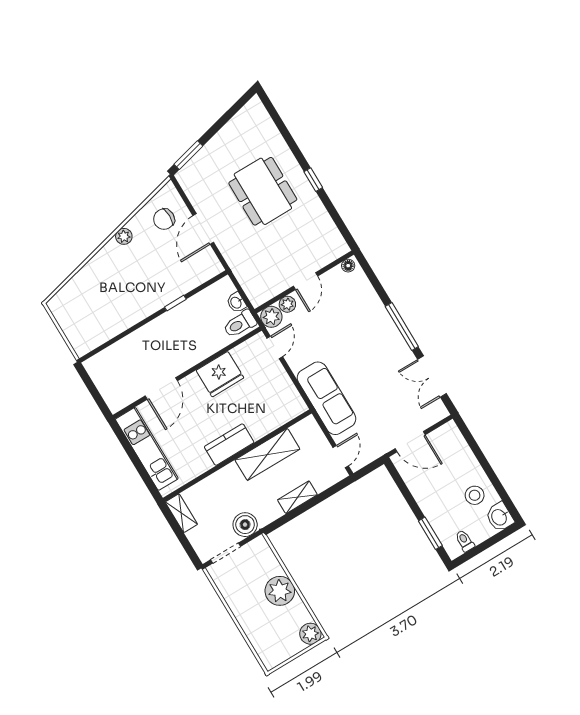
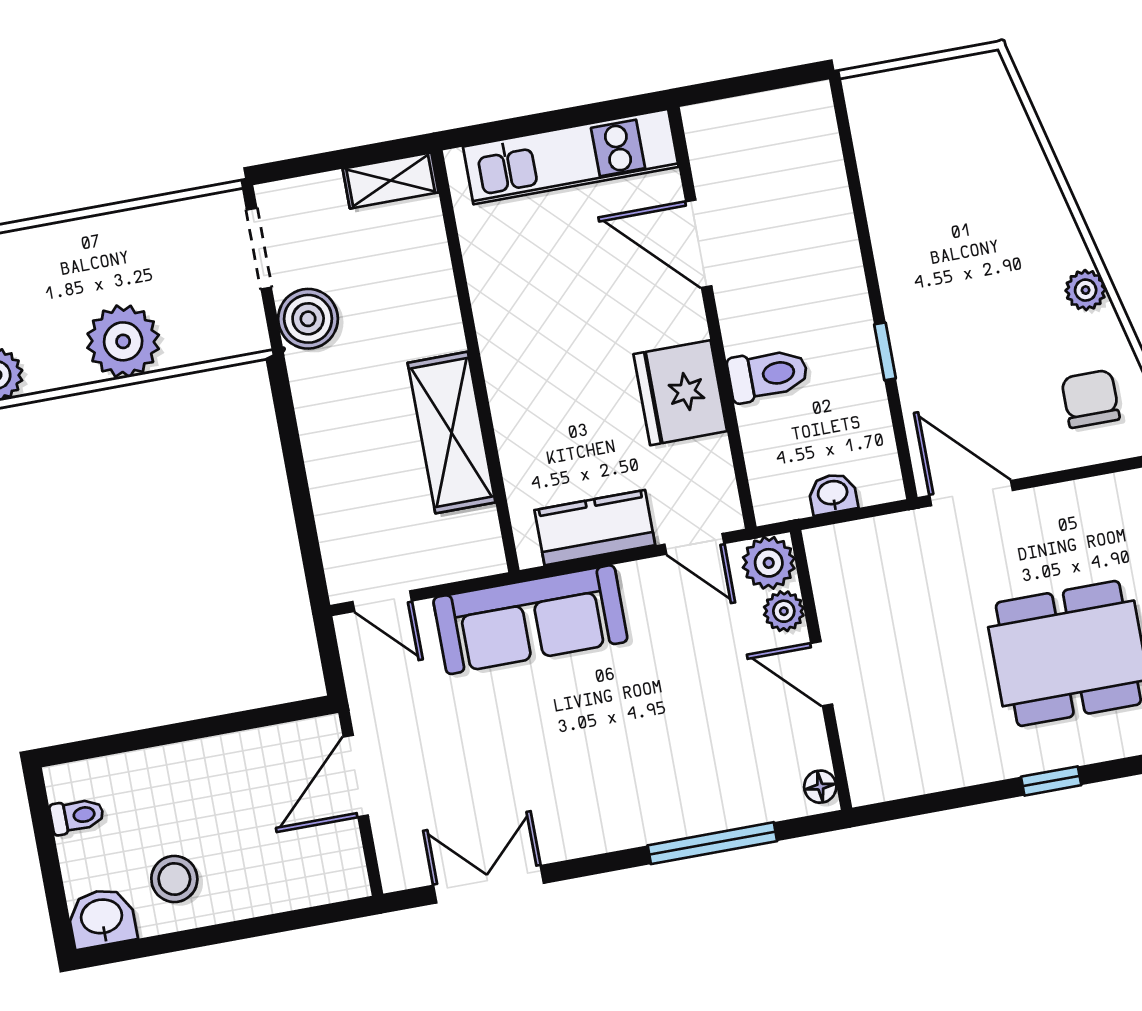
door: (203, 229) -> (971, 493), moved
toilet: (240, 324) -> (768, 375), moved, turned 90
window: (402, 327) -> (712, 843), moved
kitchen counter: (229, 445) -> (595, 528), moved, turned -90
shelving: (297, 497) -> (326, 465), removed
window: (430, 533) -> (125, 742), removed

